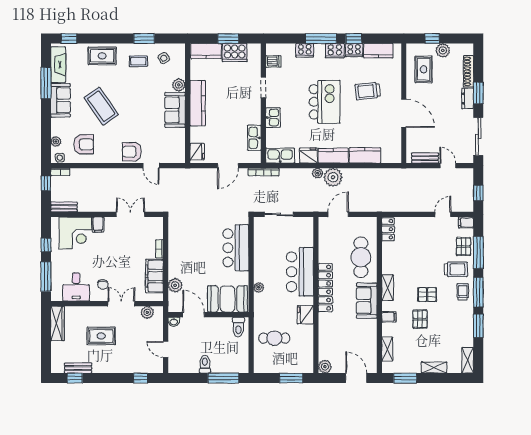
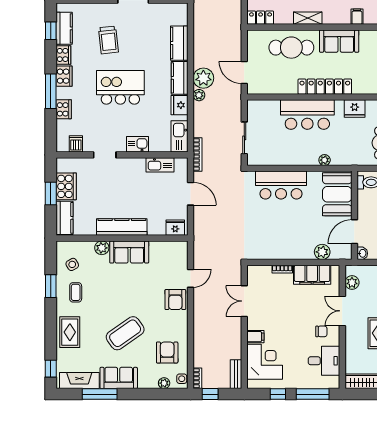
window: (354, 39) -> (51, 31), moved
shelving: (388, 288) -> (308, 18), moved

